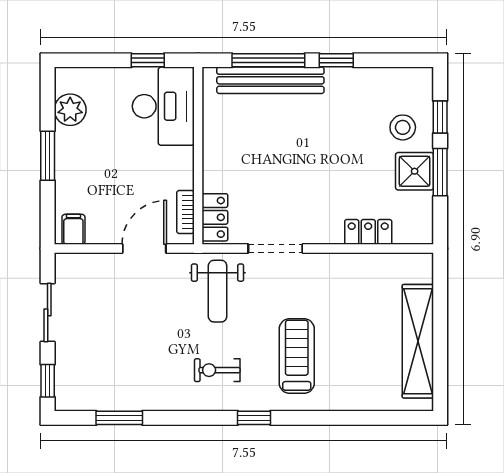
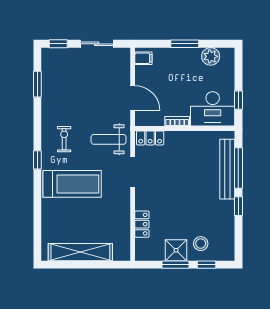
bookcase: (185, 212) -> (177, 121), moved
treadmill: (297, 356) -> (72, 184), width x1.37, depth x1.38

